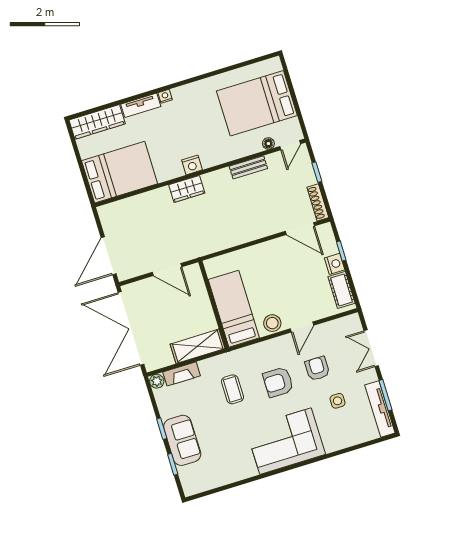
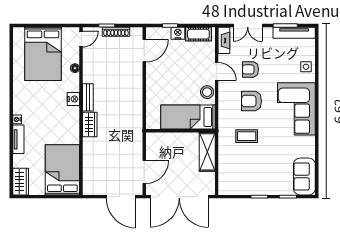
wardrobe: (97, 122) -> (21, 182), width x0.67
floor lamp: (268, 144) -> (75, 68), moved
door: (290, 145) -> (81, 39), hinge flipped
nightstand: (192, 165) -> (73, 99), moved
bench: (248, 167) -> (88, 97), moved
shoe rack: (318, 202) -> (116, 32), moved
door: (167, 269) -> (144, 172), moved
fireplace: (182, 374) -> (224, 40), moved
plant: (157, 381) -> (224, 190), removed
armchair: (278, 382) -> (252, 101), turned 90
side table: (338, 401) -> (306, 67), moved
sofa: (182, 440) -> (304, 177), moved, turned -90

